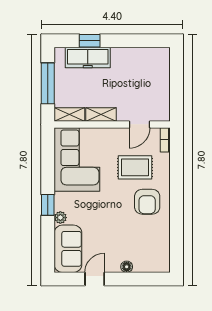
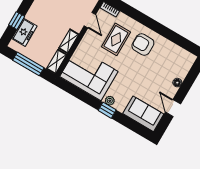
freezer: (88, 58) -> (24, 32), width x0.71
armchair: (147, 202) -> (143, 44), turned 180
plant: (60, 218) -> (110, 101), moved

